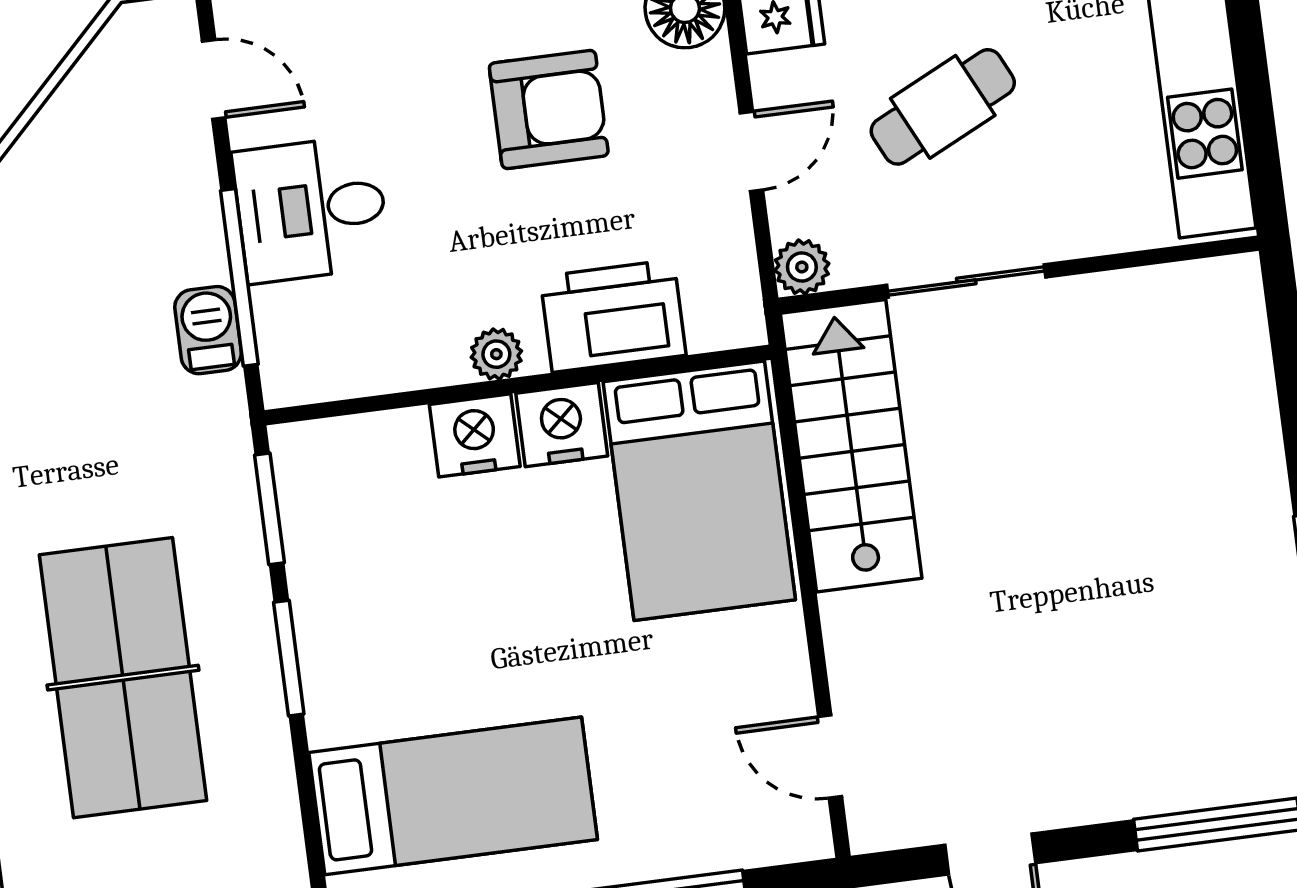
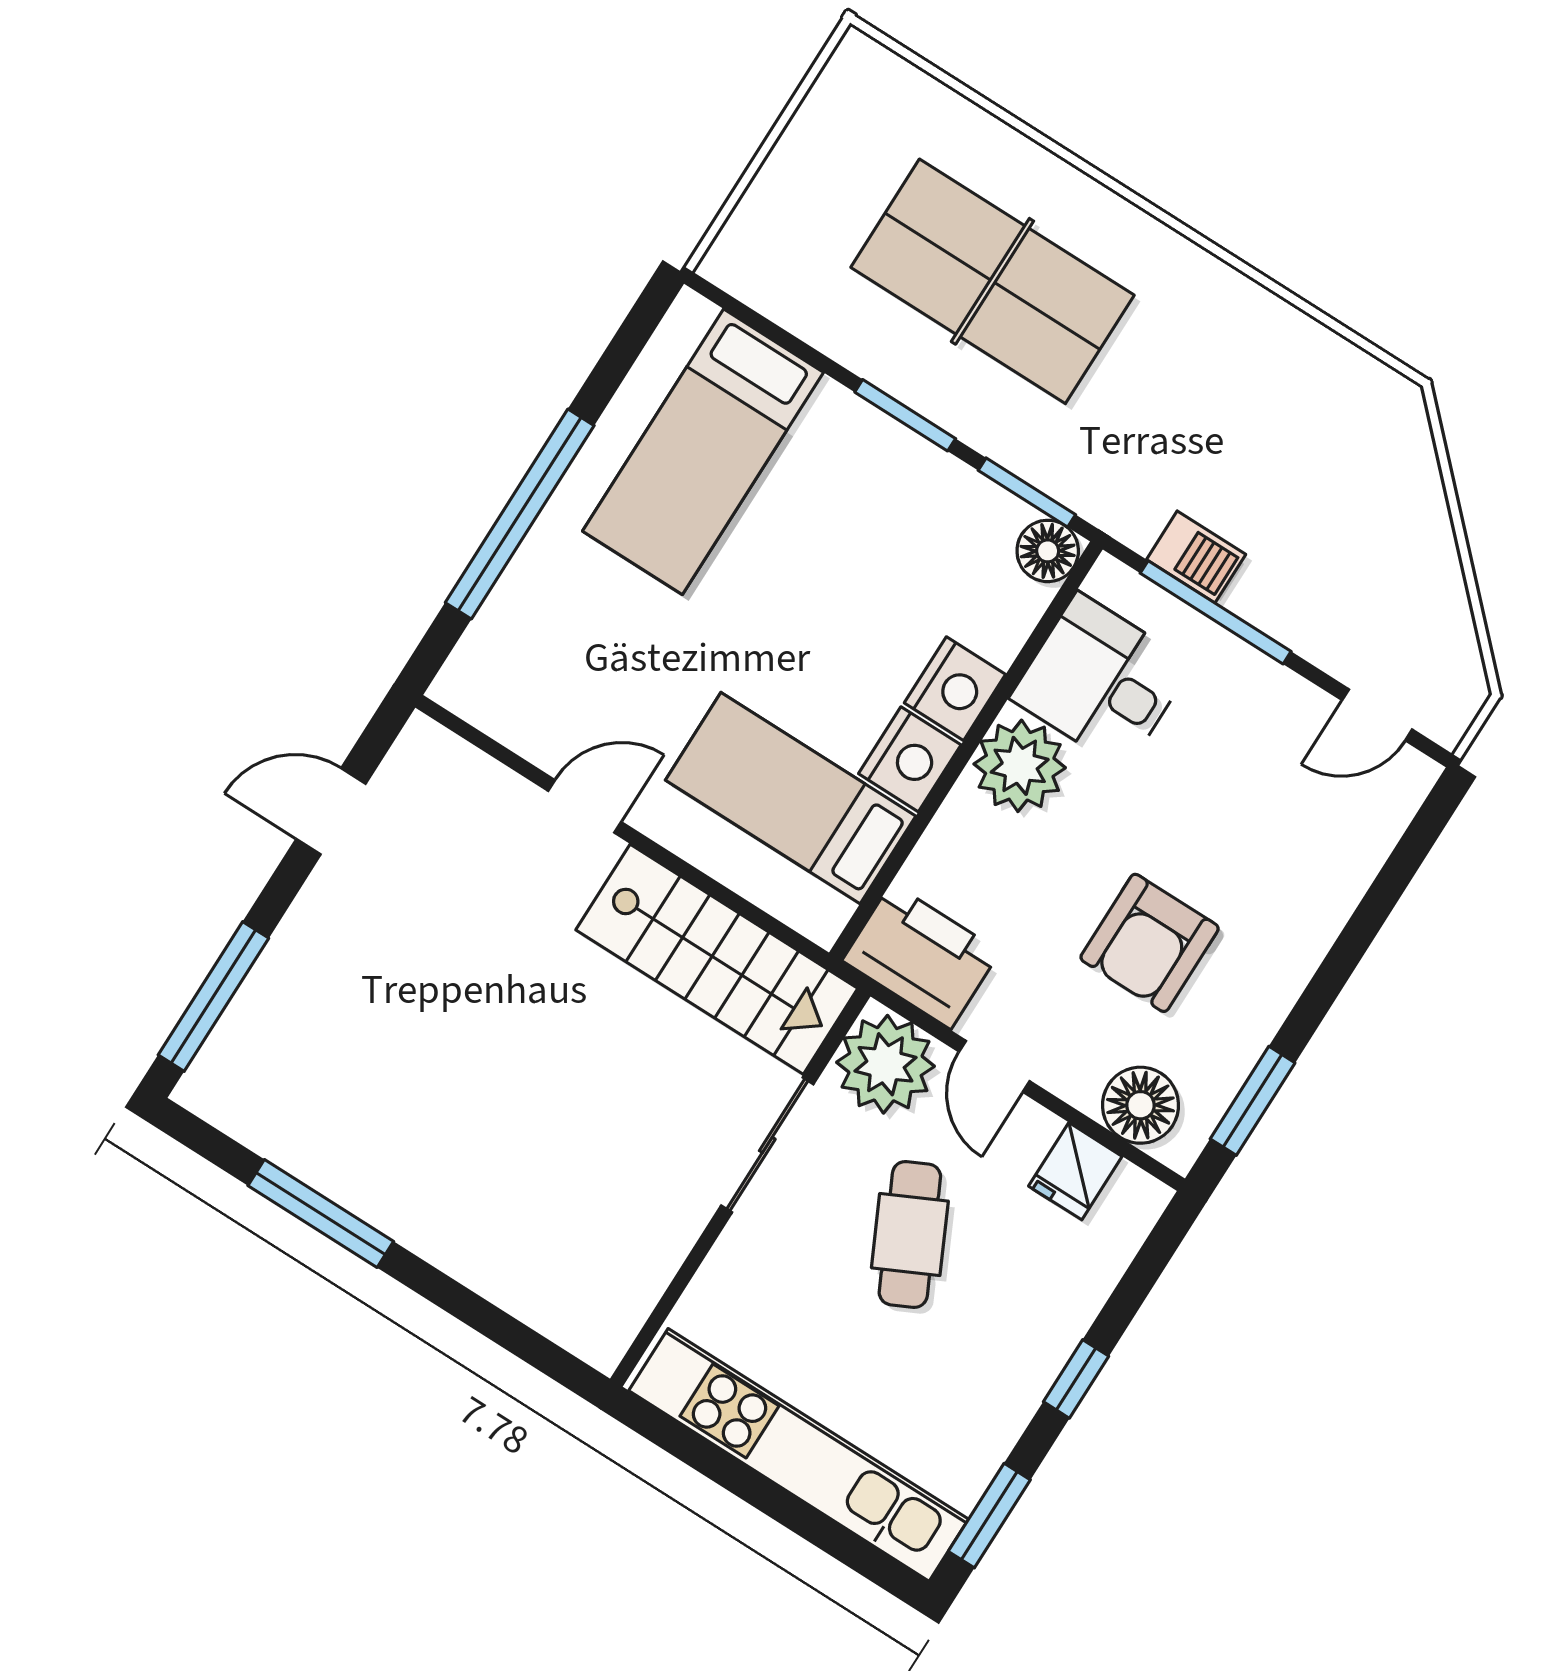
desk: (311, 209) -> (1101, 681), moved, turned -90
plant: (802, 267) -> (885, 1064), width x1.87, depth x1.87
printer: (613, 316) -> (921, 956), moved, turned -90
plant: (496, 354) -> (1020, 766), width x1.88, depth x1.88
floor lamp: (302, 453) -> (1048, 551), added
bed: (699, 491) -> (791, 798), width x0.67
door: (830, 757) -> (585, 806), moved

